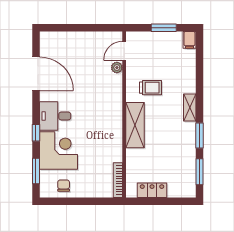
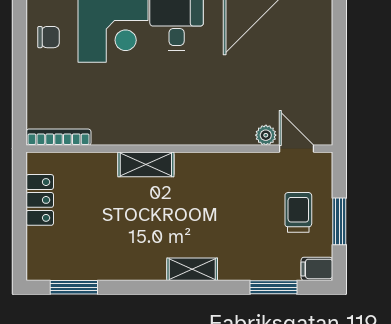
trolley: (151, 88) -> (298, 212), moved, turned 180
shelving: (135, 125) -> (146, 164), width x0.67, depth x0.75
window: (199, 136) -> (273, 287), moved

